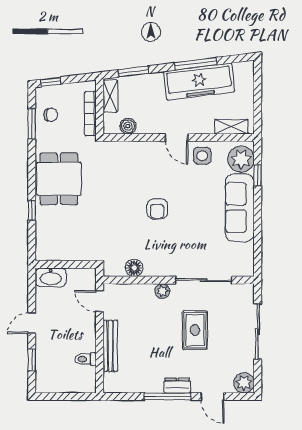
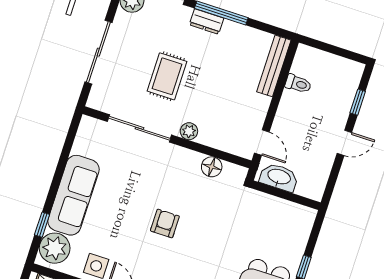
washbasin: (51, 277) -> (279, 177), moved
bench: (110, 346) -> (274, 66), moved

